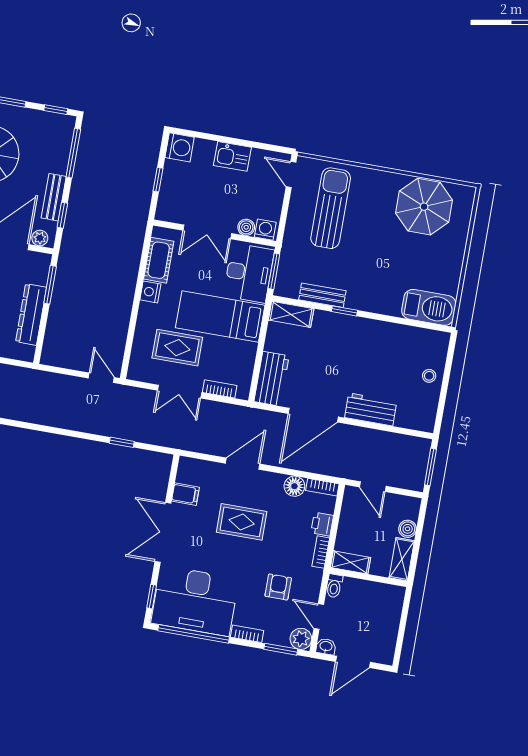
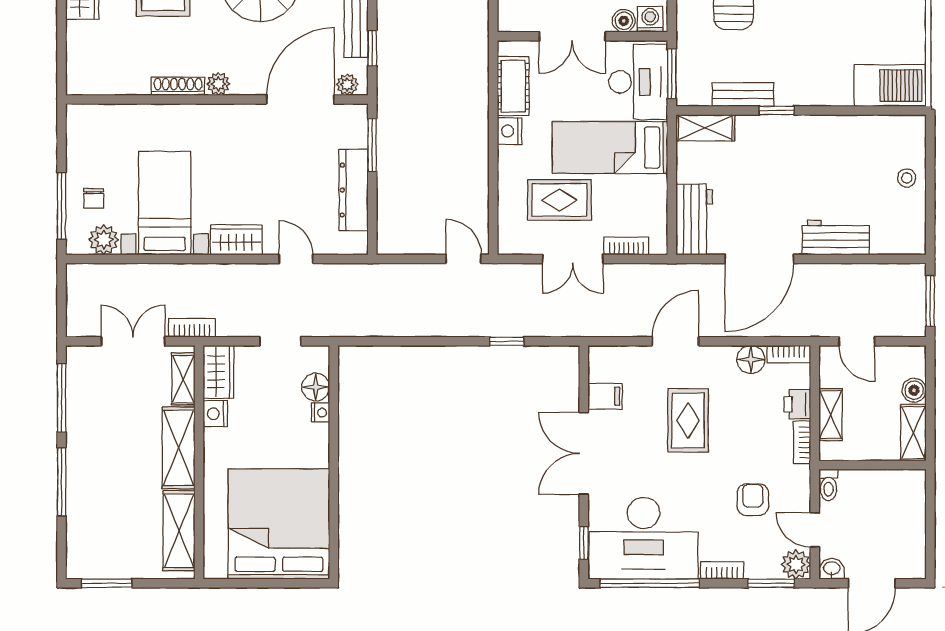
rug: (242, 522) -> (688, 420), turned 90
shelving: (351, 562) -> (831, 415), moved, turned 90

